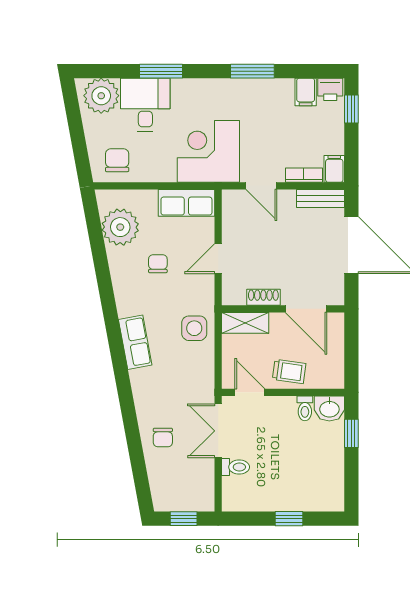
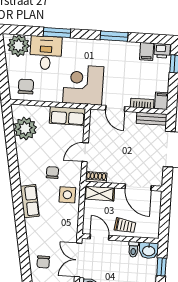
chair: (158, 264) -> (52, 173), moved
shoe rack: (263, 297) -> (96, 177), moved

